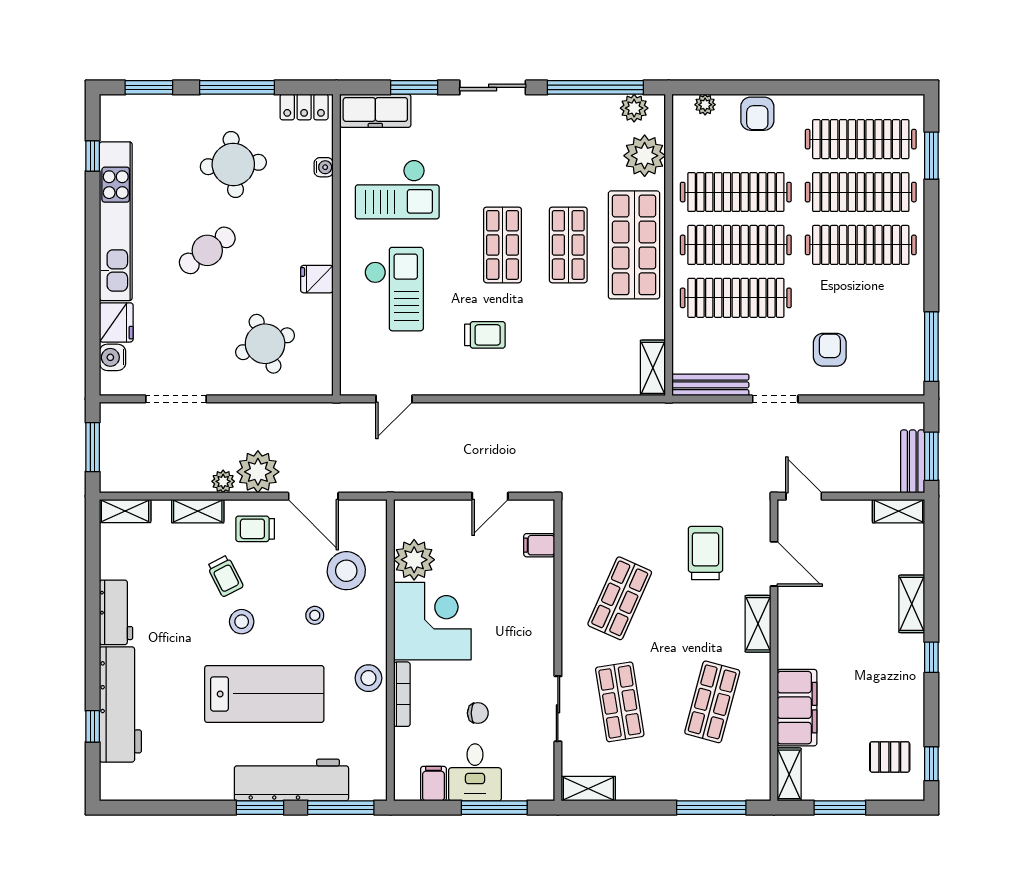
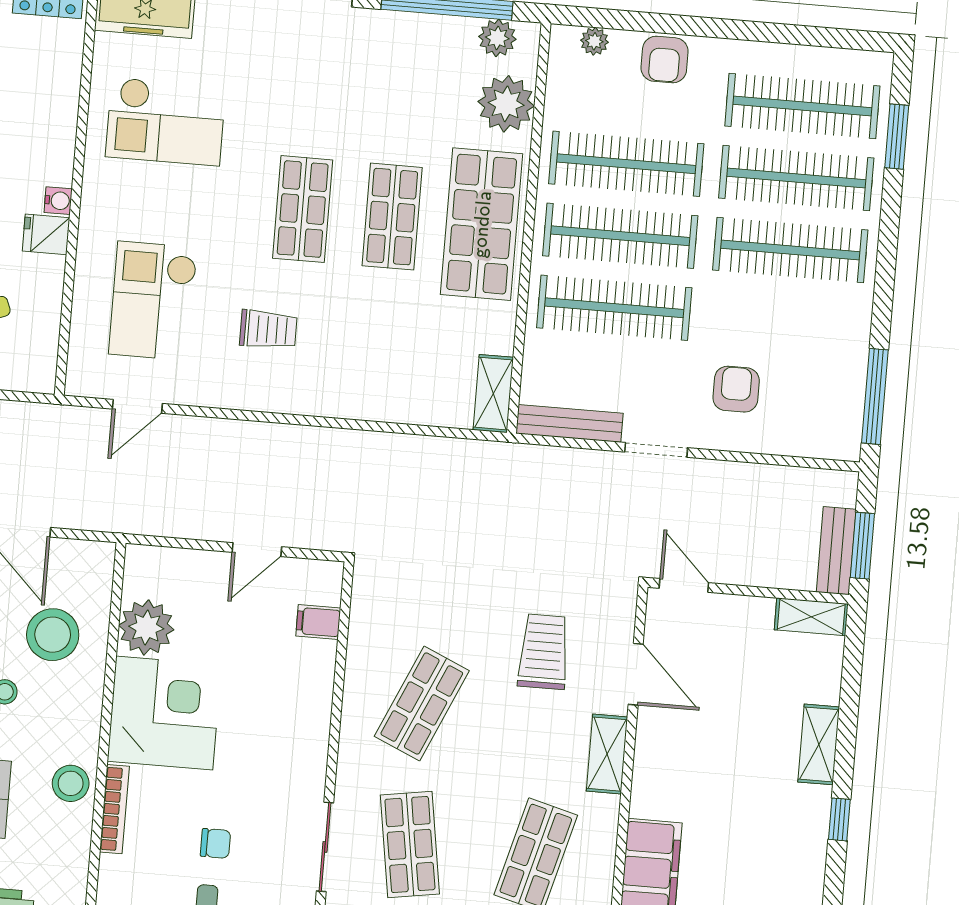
water cooler: (324, 167) -> (58, 201), moved
checkout: (394, 289) -> (153, 301), moved, turned 180

